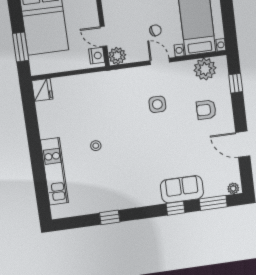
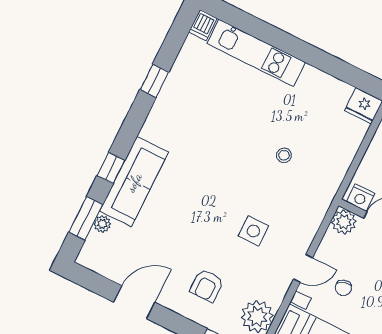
armchair: (206, 110) -> (207, 285), turned 180
stool: (96, 146) -> (284, 155), moved
plant: (233, 188) -> (102, 224), moved
sofa: (182, 189) -> (134, 182), width x1.36
dishwasher: (59, 212) -> (203, 25), added

